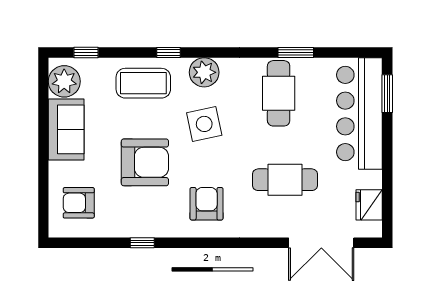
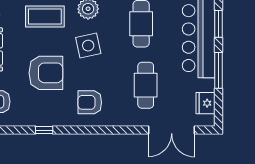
window: (387, 159) -> (218, 70), added
cafe table: (285, 180) -> (146, 85), turned 90
armchair: (207, 204) -> (90, 102), turned -90

